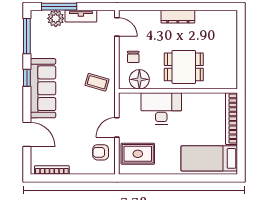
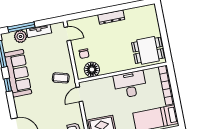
dining table: (184, 67) -> (148, 50), moved
sofa: (43, 88) -> (18, 73), moved
desk: (161, 108) -> (130, 84), moved
door: (117, 127) -> (79, 94), moved

